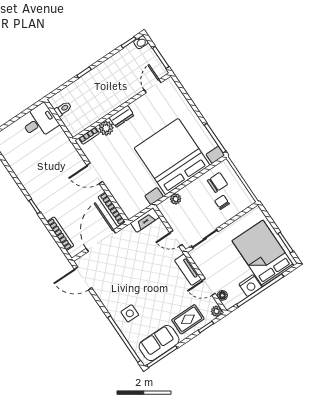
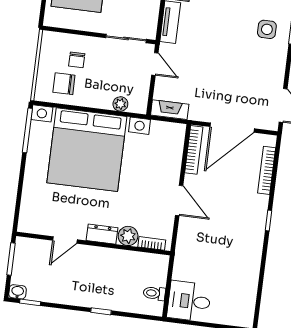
door: (153, 86) -> (65, 240), moved

